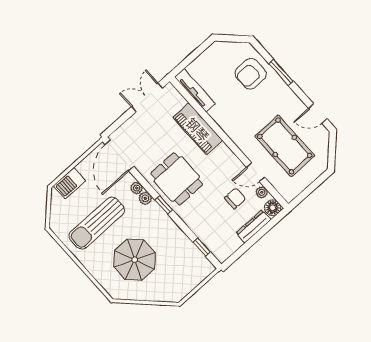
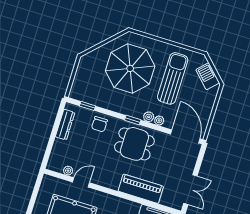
barbecue: (69, 183) -> (208, 76), moved, turned -45
chair: (235, 198) -> (99, 124), moved
floor lamp: (273, 208) -> (54, 164), removed
dresser: (253, 226) -> (65, 125), moved
parasol: (135, 260) -> (130, 68), width x1.36, depth x1.36

